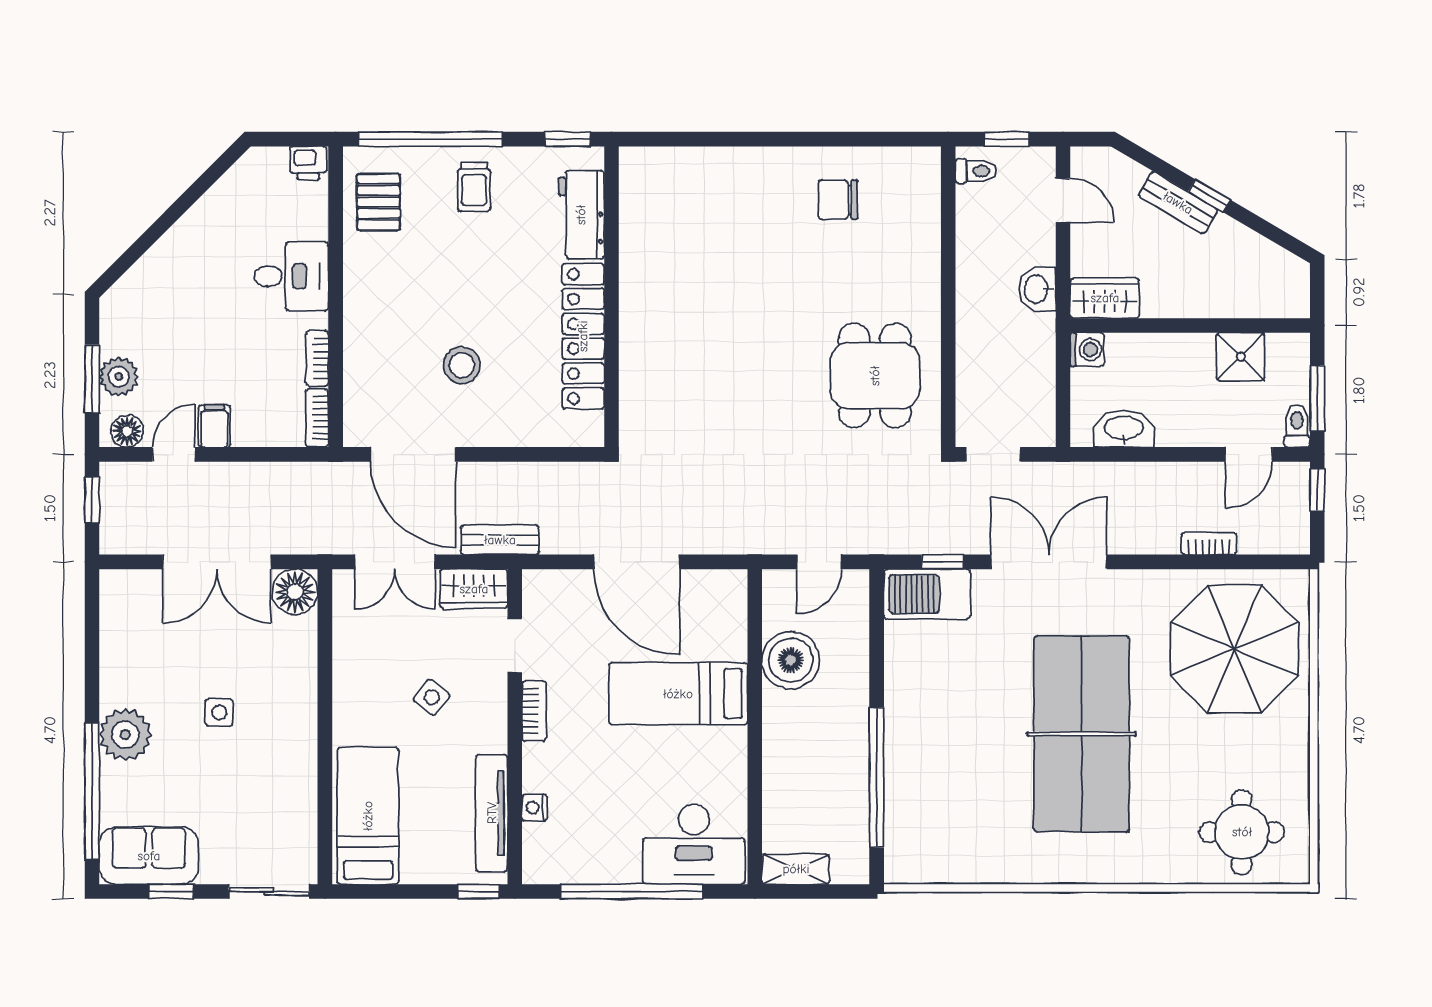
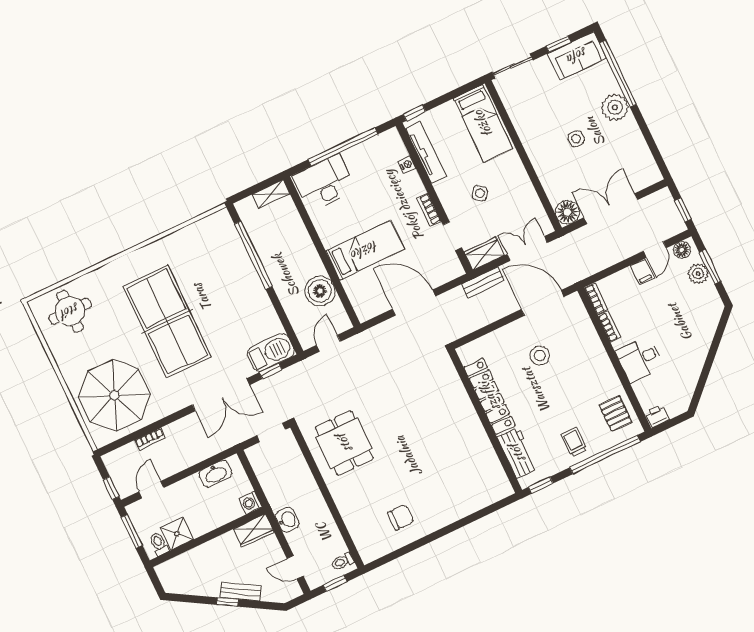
toilet: (1297, 426) -> (159, 544), moved, turned 180

